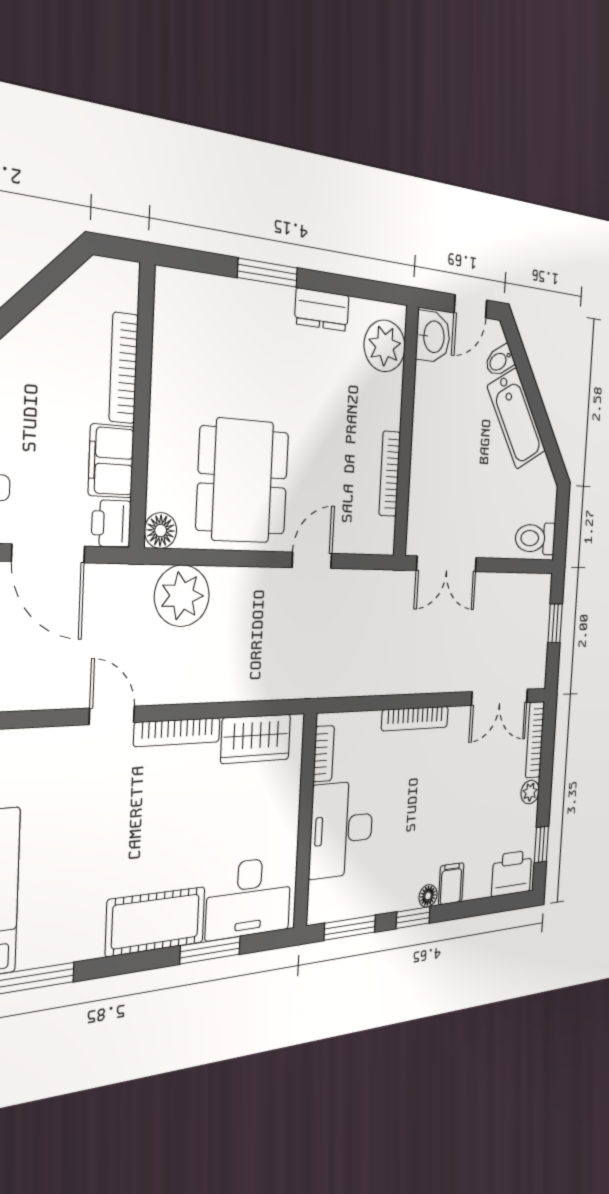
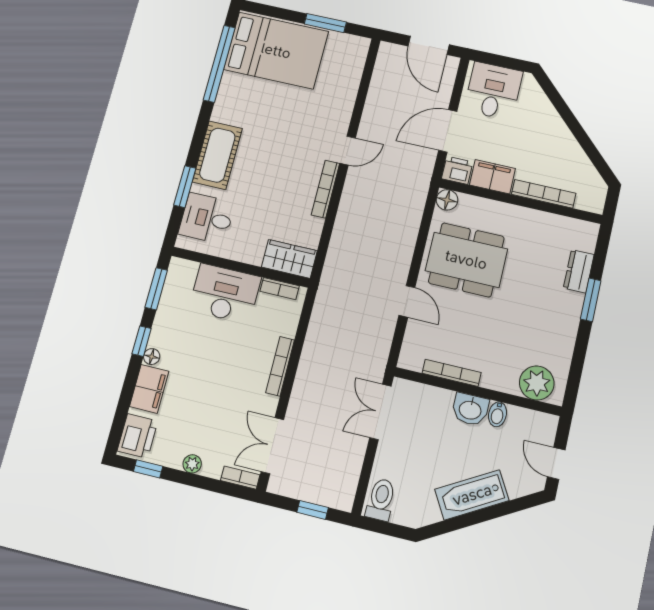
dresser: (322, 310) -> (579, 271), moved
washbasin: (433, 337) -> (470, 409), moved
bidet: (500, 361) -> (497, 414), moved, turned -150
plant: (182, 596) -> (406, 207), removed
wardrobe: (256, 739) -> (289, 259), moved, turned 90
bookcase: (535, 740) -> (240, 478), width x0.64
filing cabinet: (451, 884) -> (149, 389), width x2.00
desk: (249, 898) -> (207, 218), width x0.73

